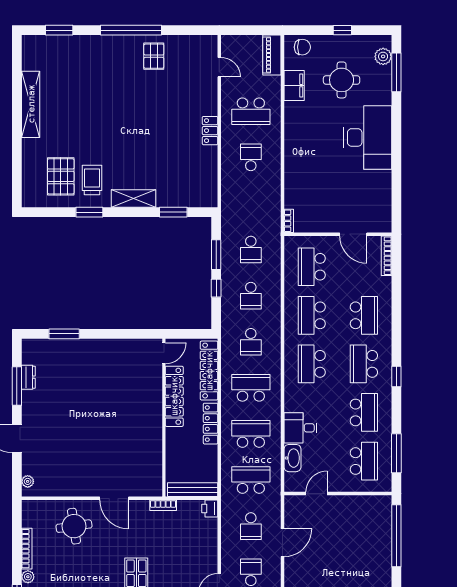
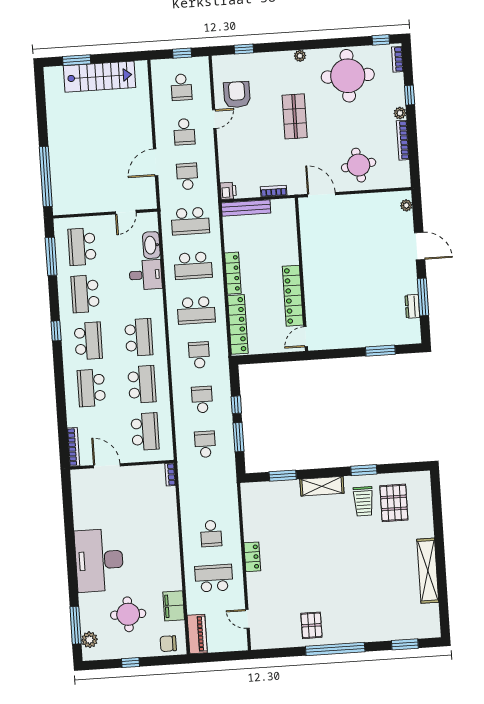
door: (164, 353) -> (306, 337), moved
locker: (174, 396) -> (293, 296), moved
wall: (164, 418) -> (301, 274), moved

